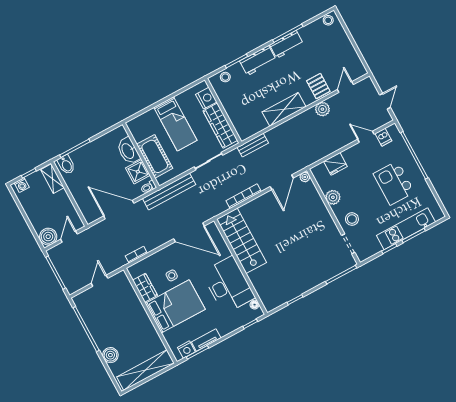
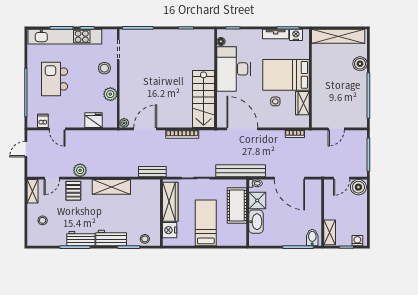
stool: (328, 20) -> (43, 220), moved
shelving: (357, 65) -> (32, 191), added
kitchen island: (394, 183) -> (55, 79), turned 180
kitchen unit: (406, 229) -> (65, 37), width x1.36

